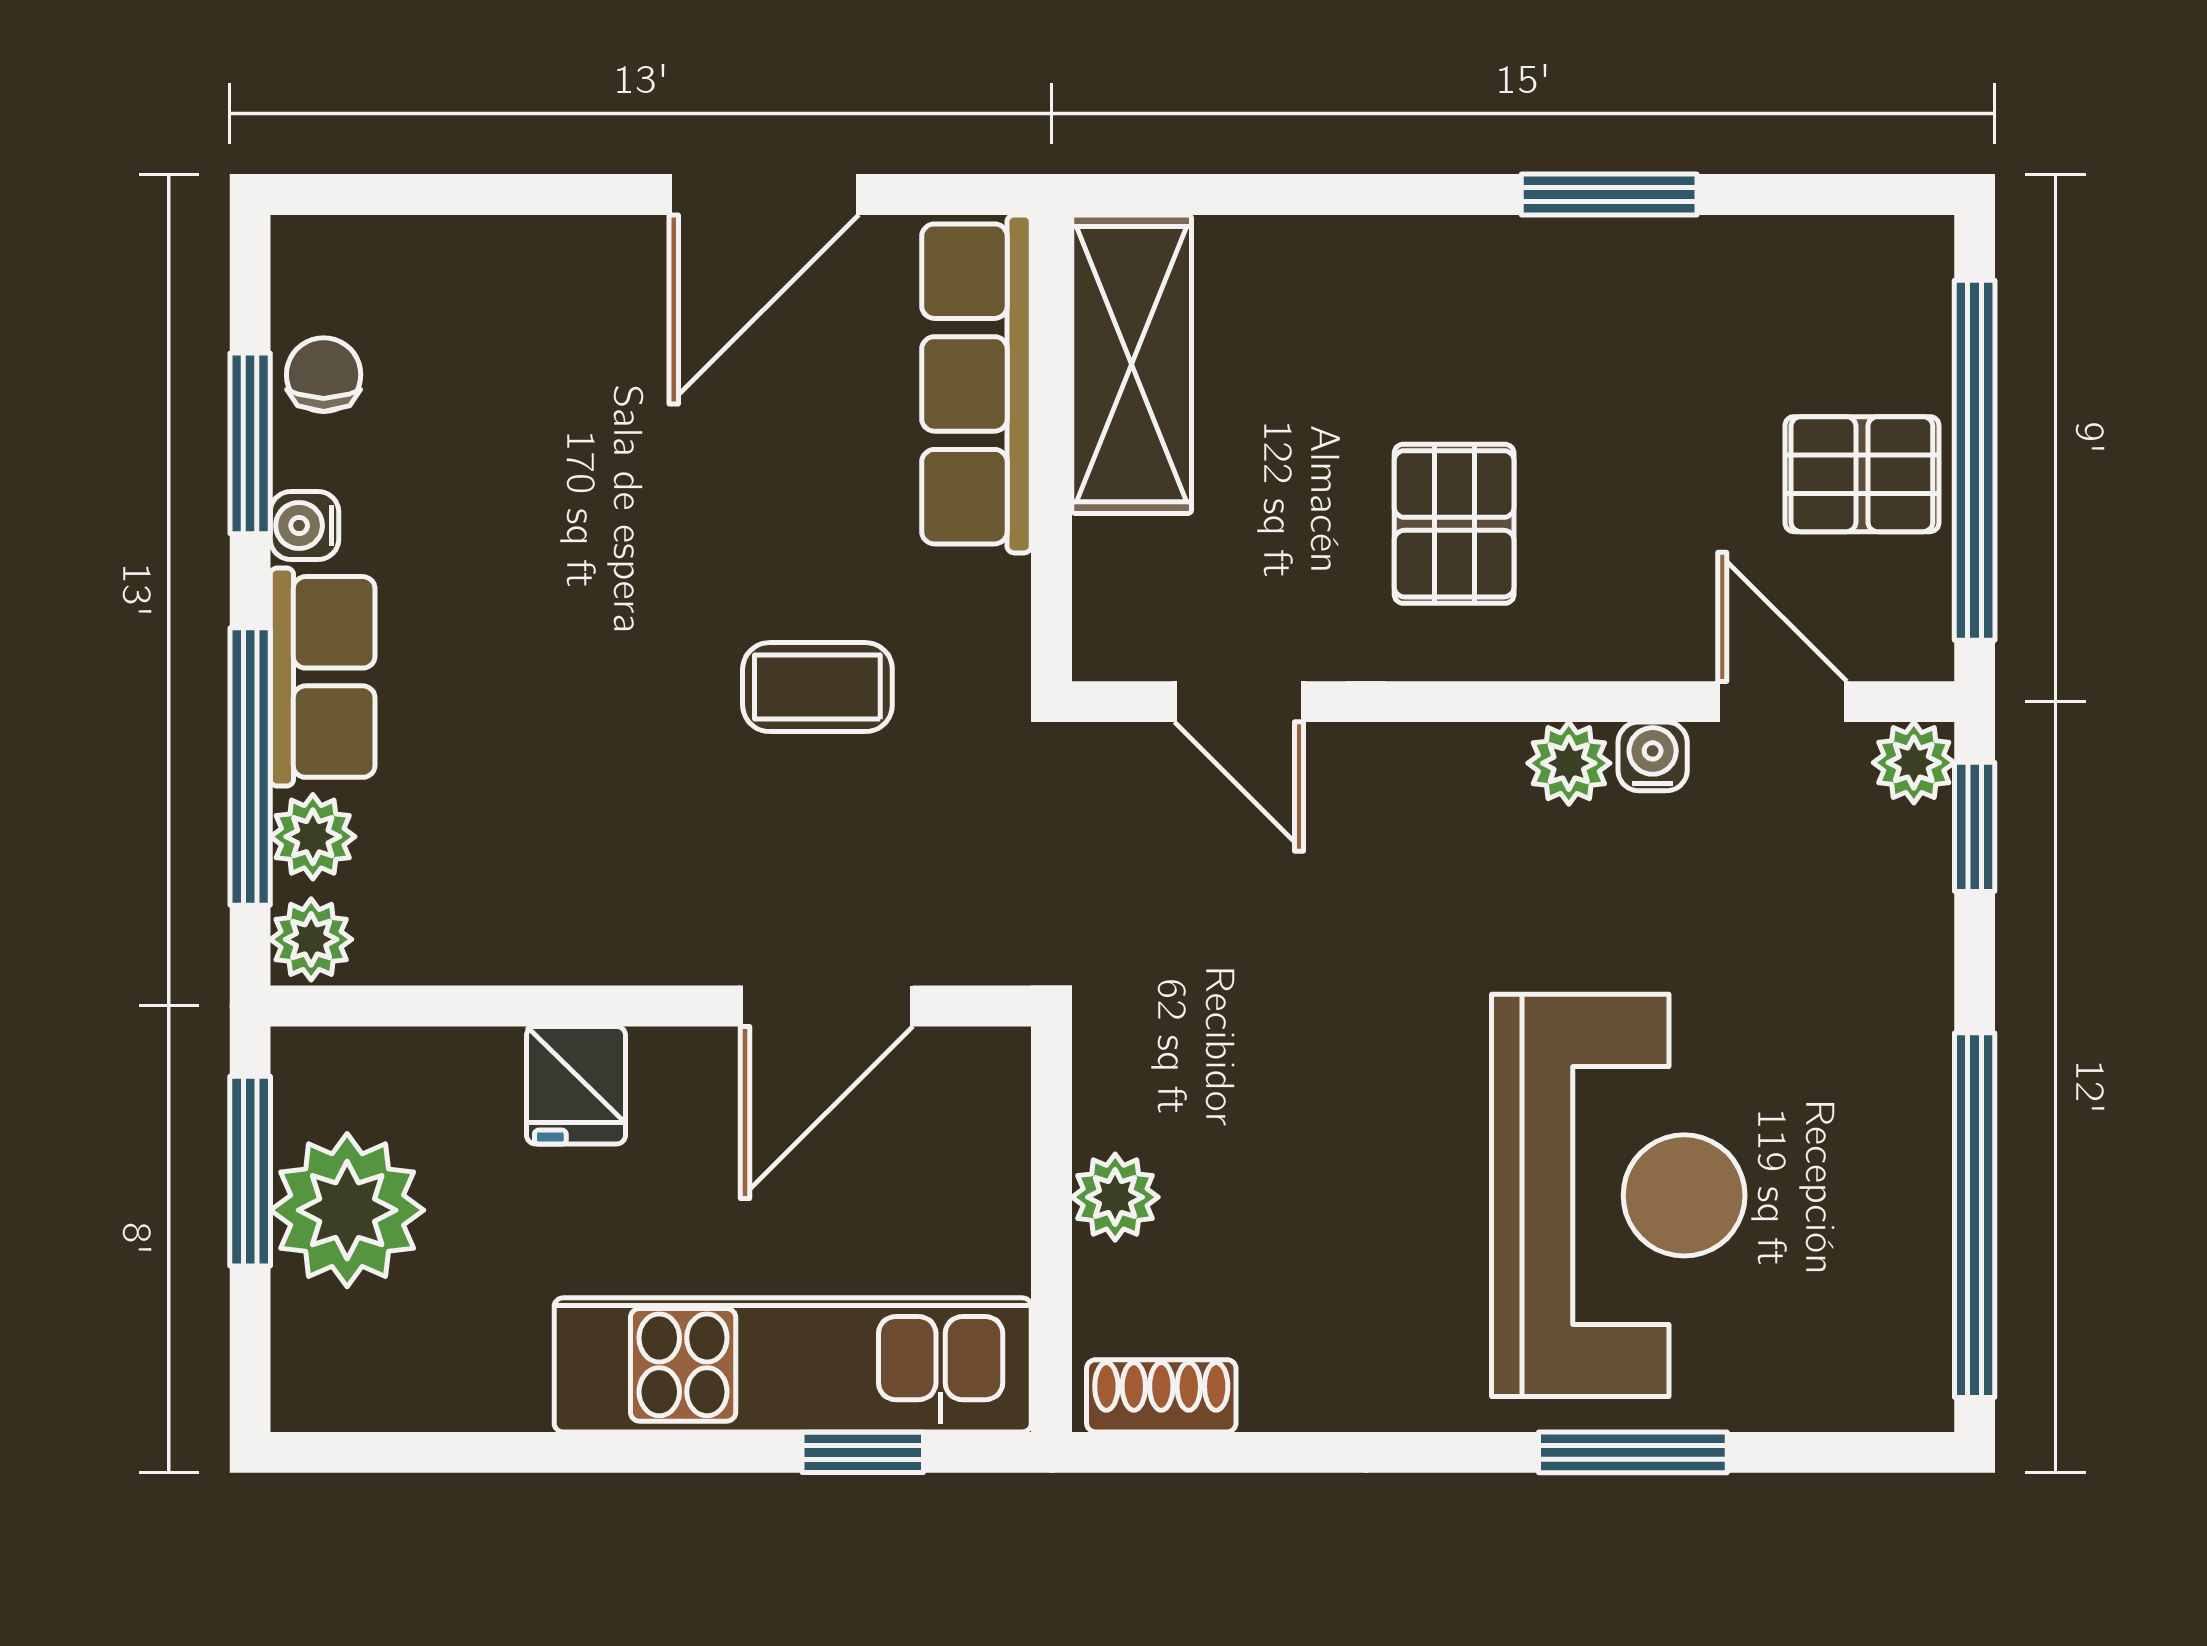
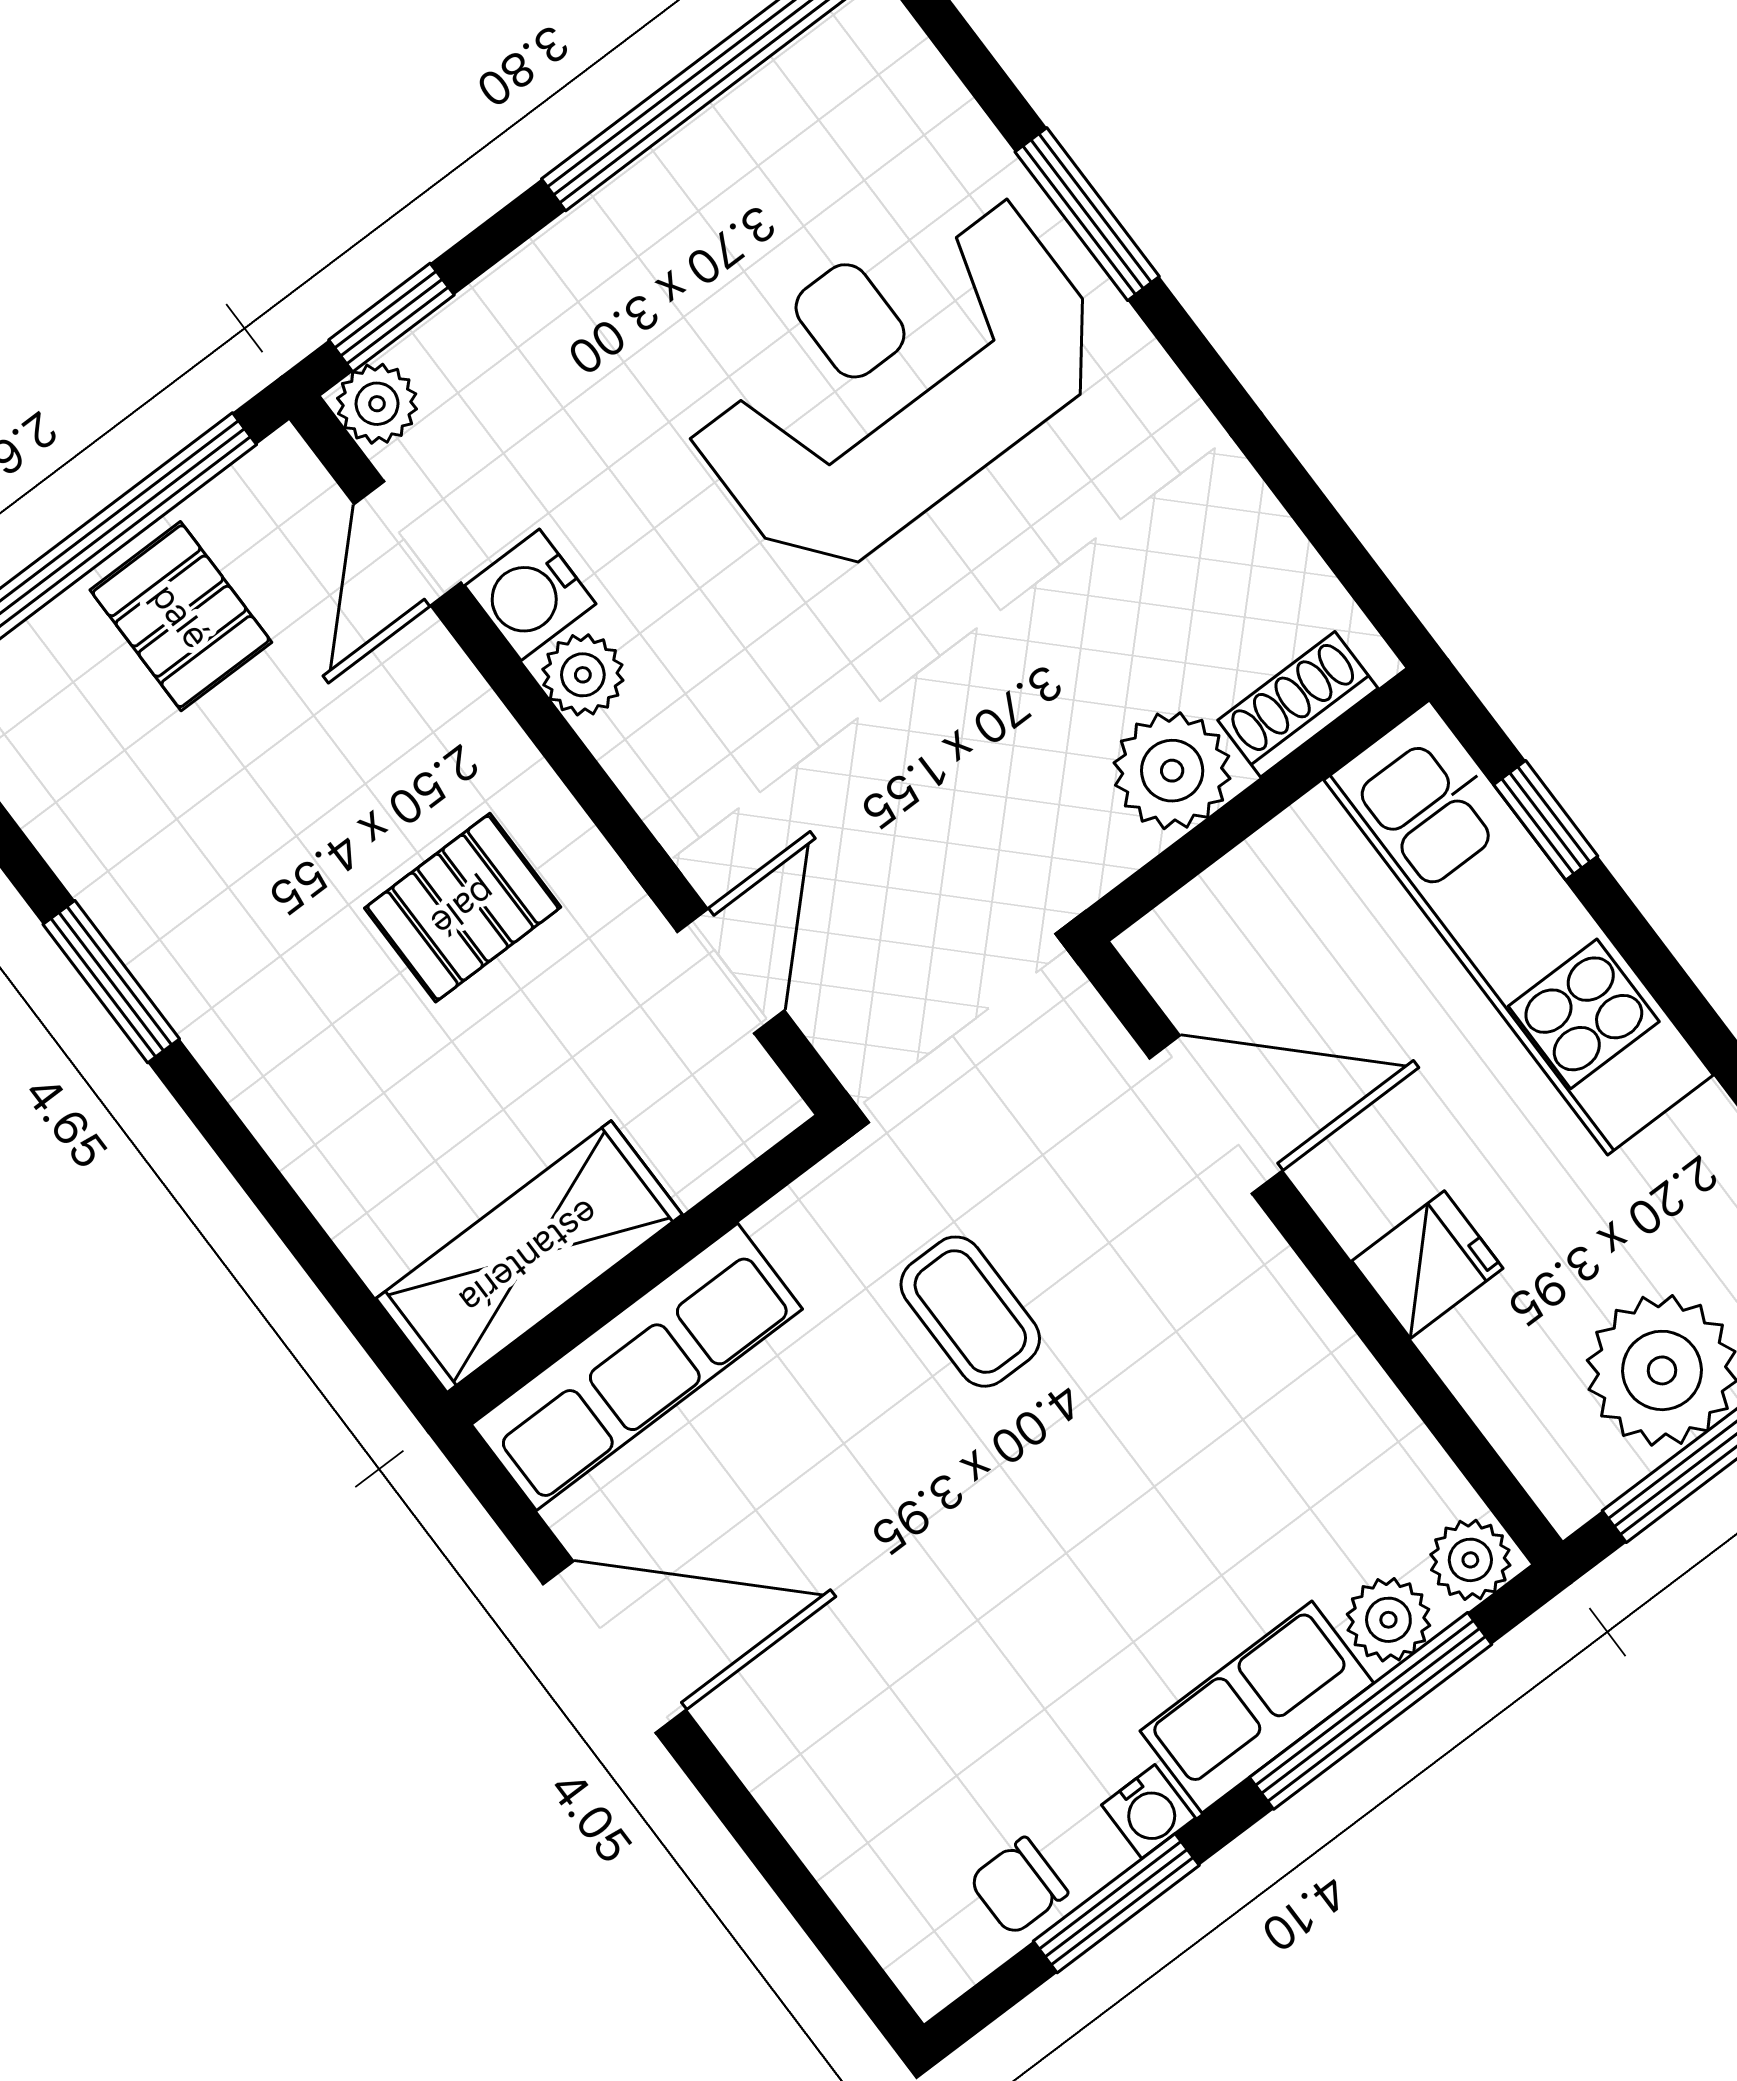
water cooler: (1653, 756) -> (530, 595), width x1.38, depth x1.38
plant: (1115, 1197) -> (1172, 771), width x1.38, depth x1.38
shoe rack: (1161, 1396) -> (1298, 704), moved, turned 90

